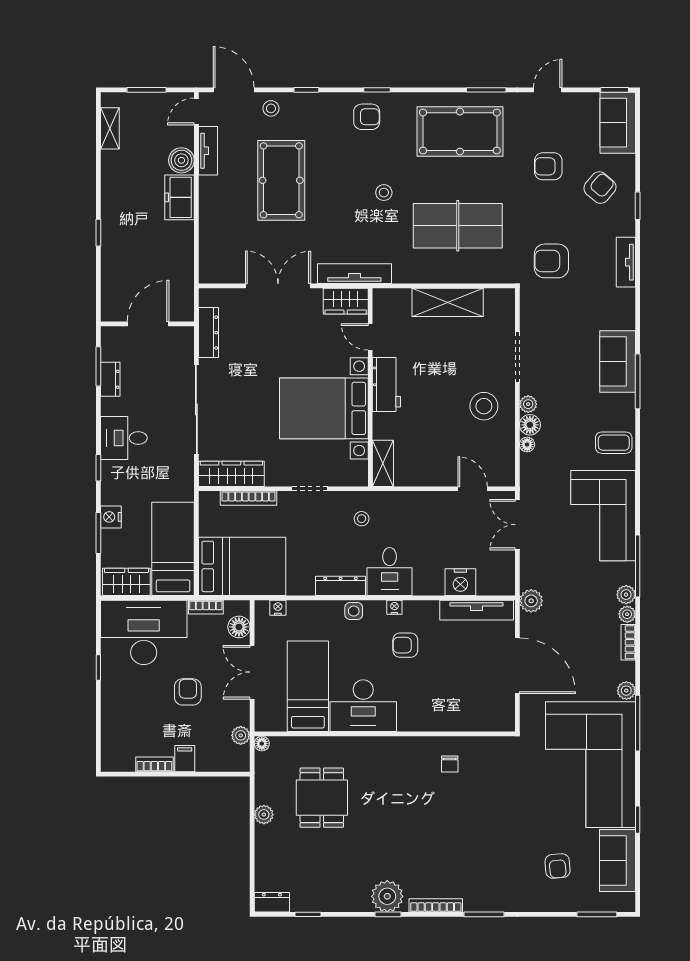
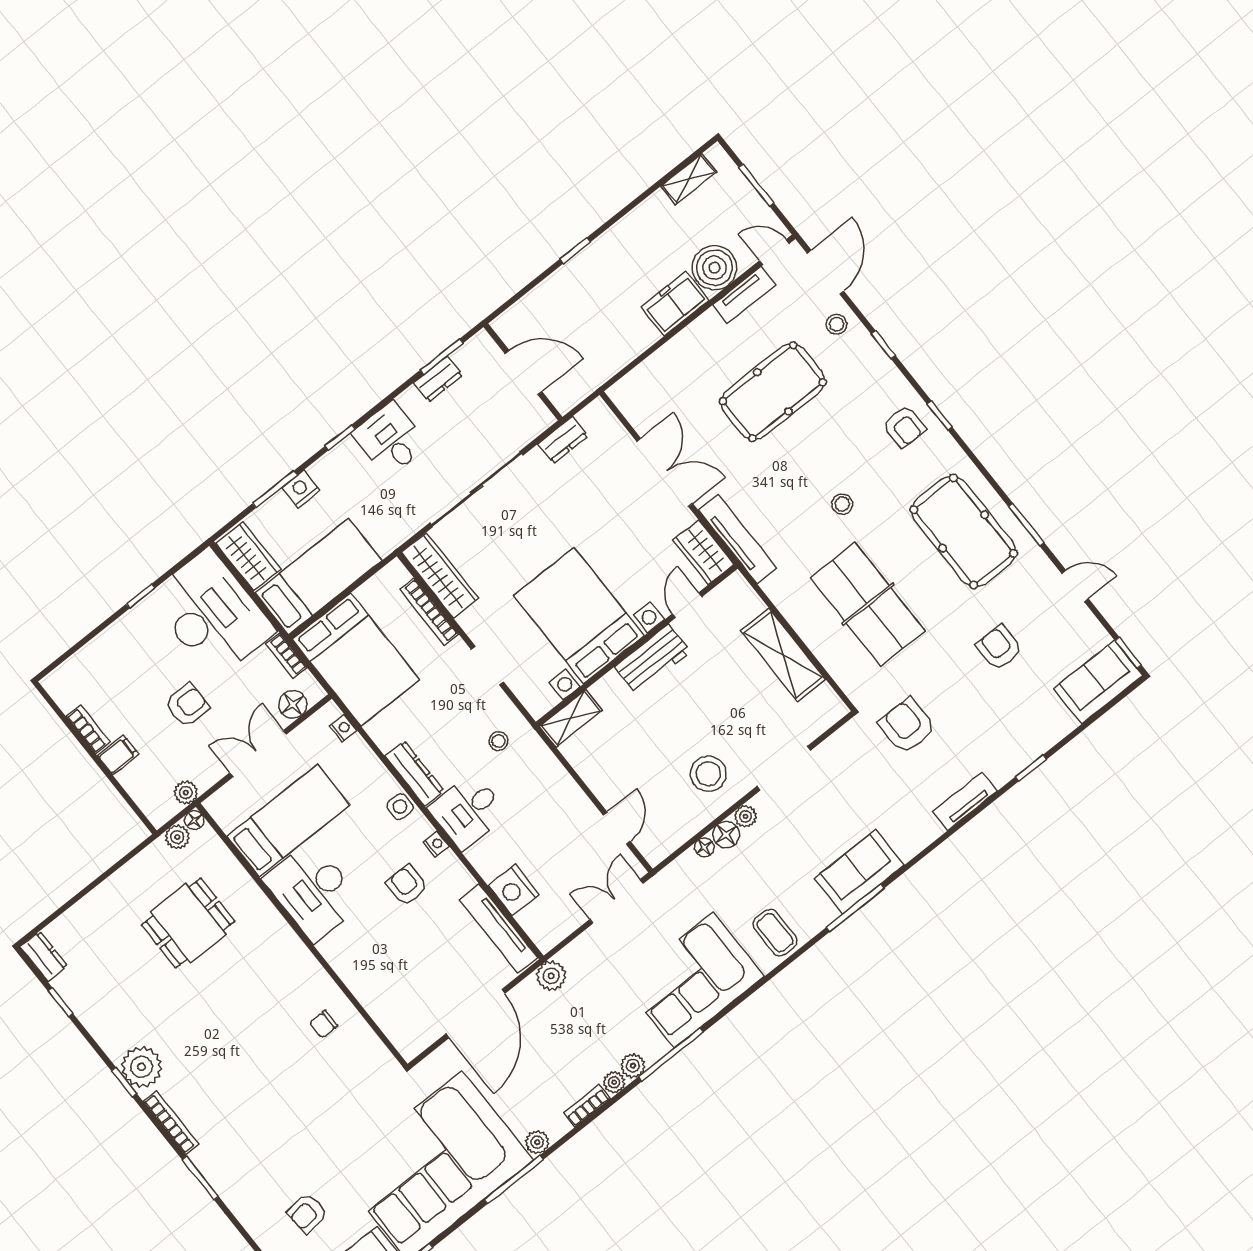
boiler: (181, 160) -> (714, 268), width x1.37, depth x1.37
armchair: (600, 188) -> (1019, 716), removed
dresser: (208, 333) -> (563, 440), width x0.70
plant: (264, 815) -> (177, 837), moved

